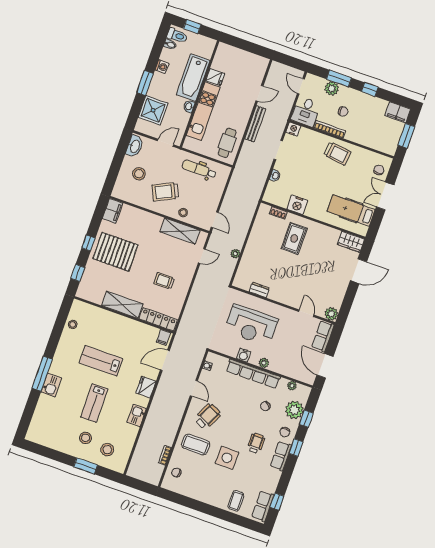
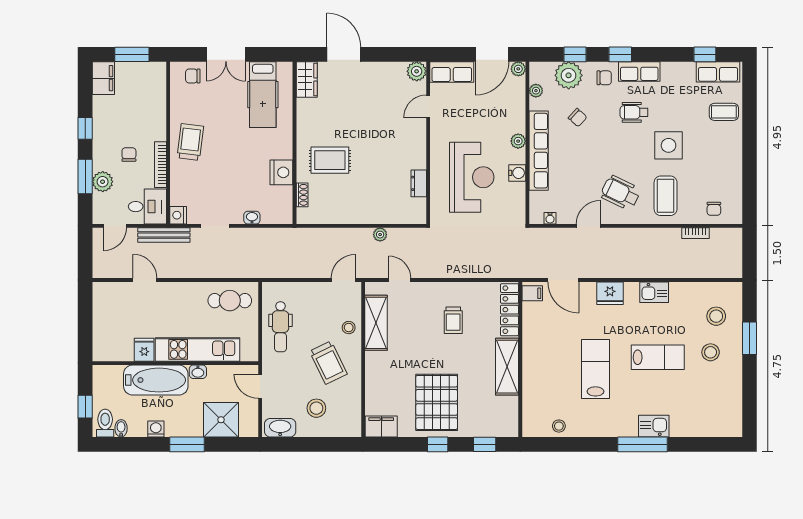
bench: (255, 124) -> (164, 235), moved
lab bench: (101, 361) -> (595, 369), turned 180
plant: (310, 379) -> (518, 69), added

